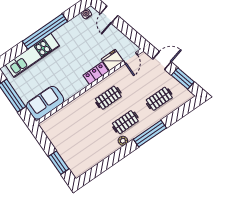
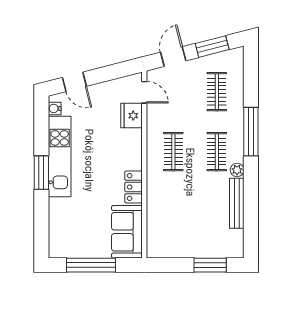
window: (45, 31) -> (41, 173), width x0.47
kitchen unit: (32, 55) -> (60, 157), moved
locker: (96, 73) -> (134, 187), moved
bench: (104, 154) -> (237, 203), added

